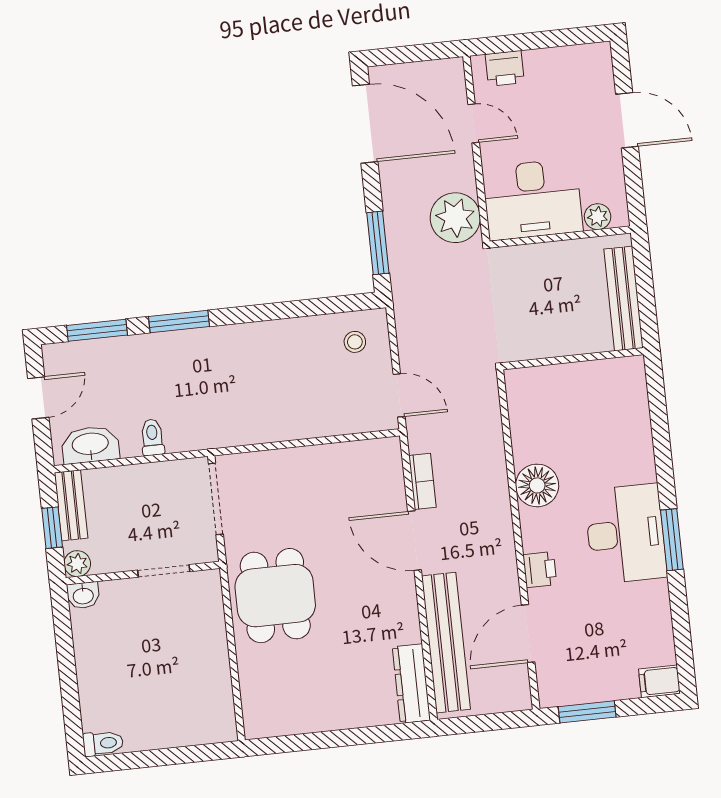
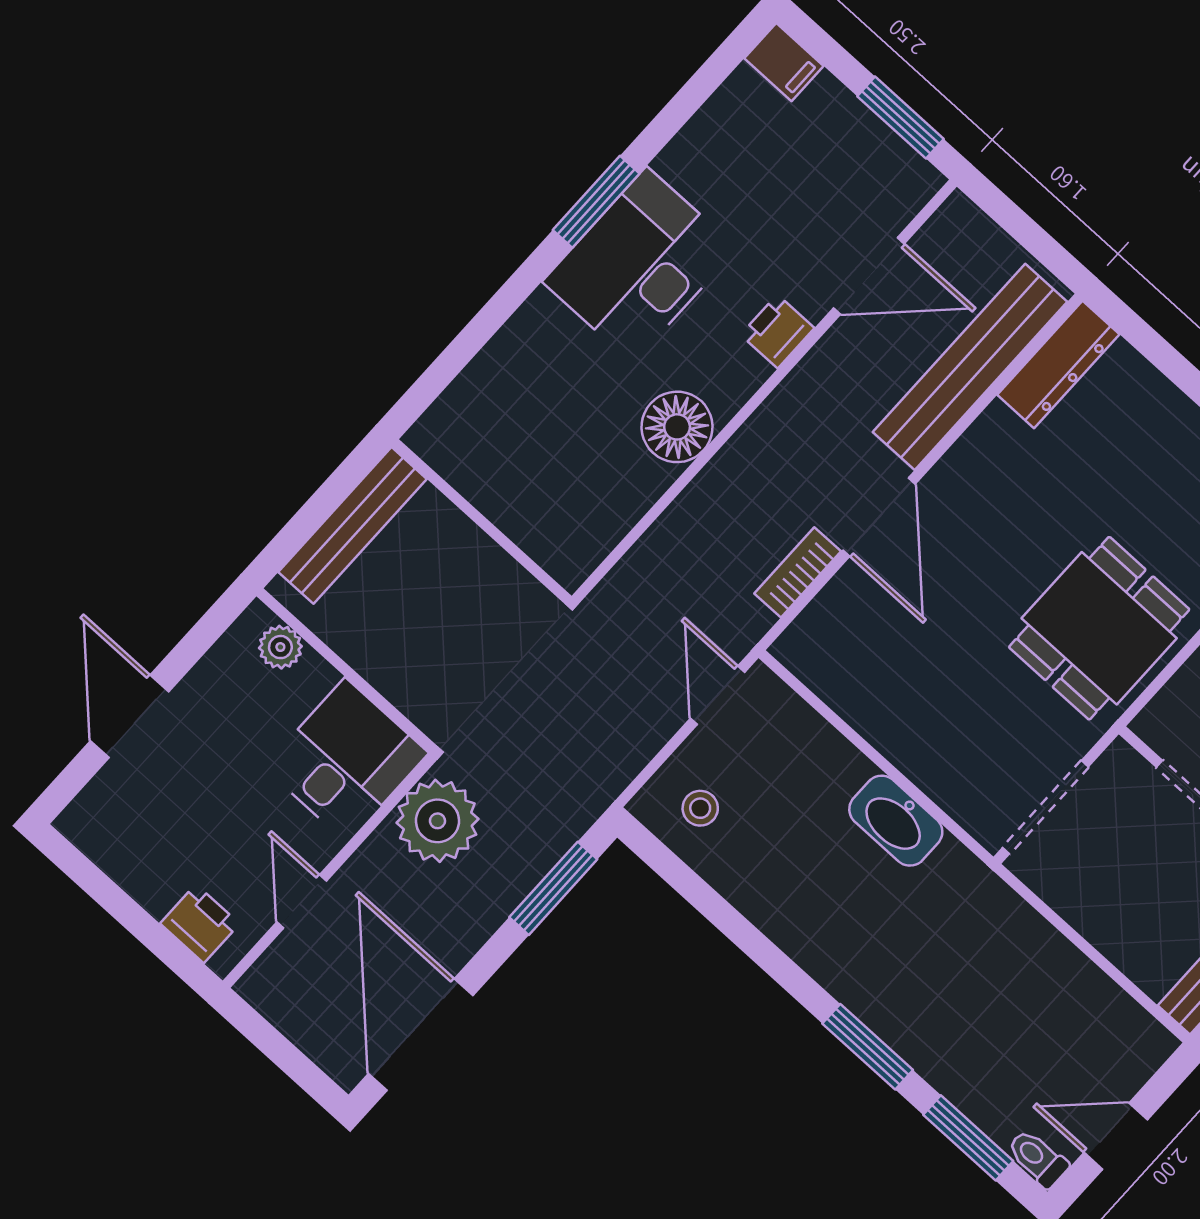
desk: (532, 199) -> (346, 760), width x0.73
toilet: (152, 437) -> (1038, 1158), moved, turned 90
washbasin: (90, 445) -> (896, 821), moved

